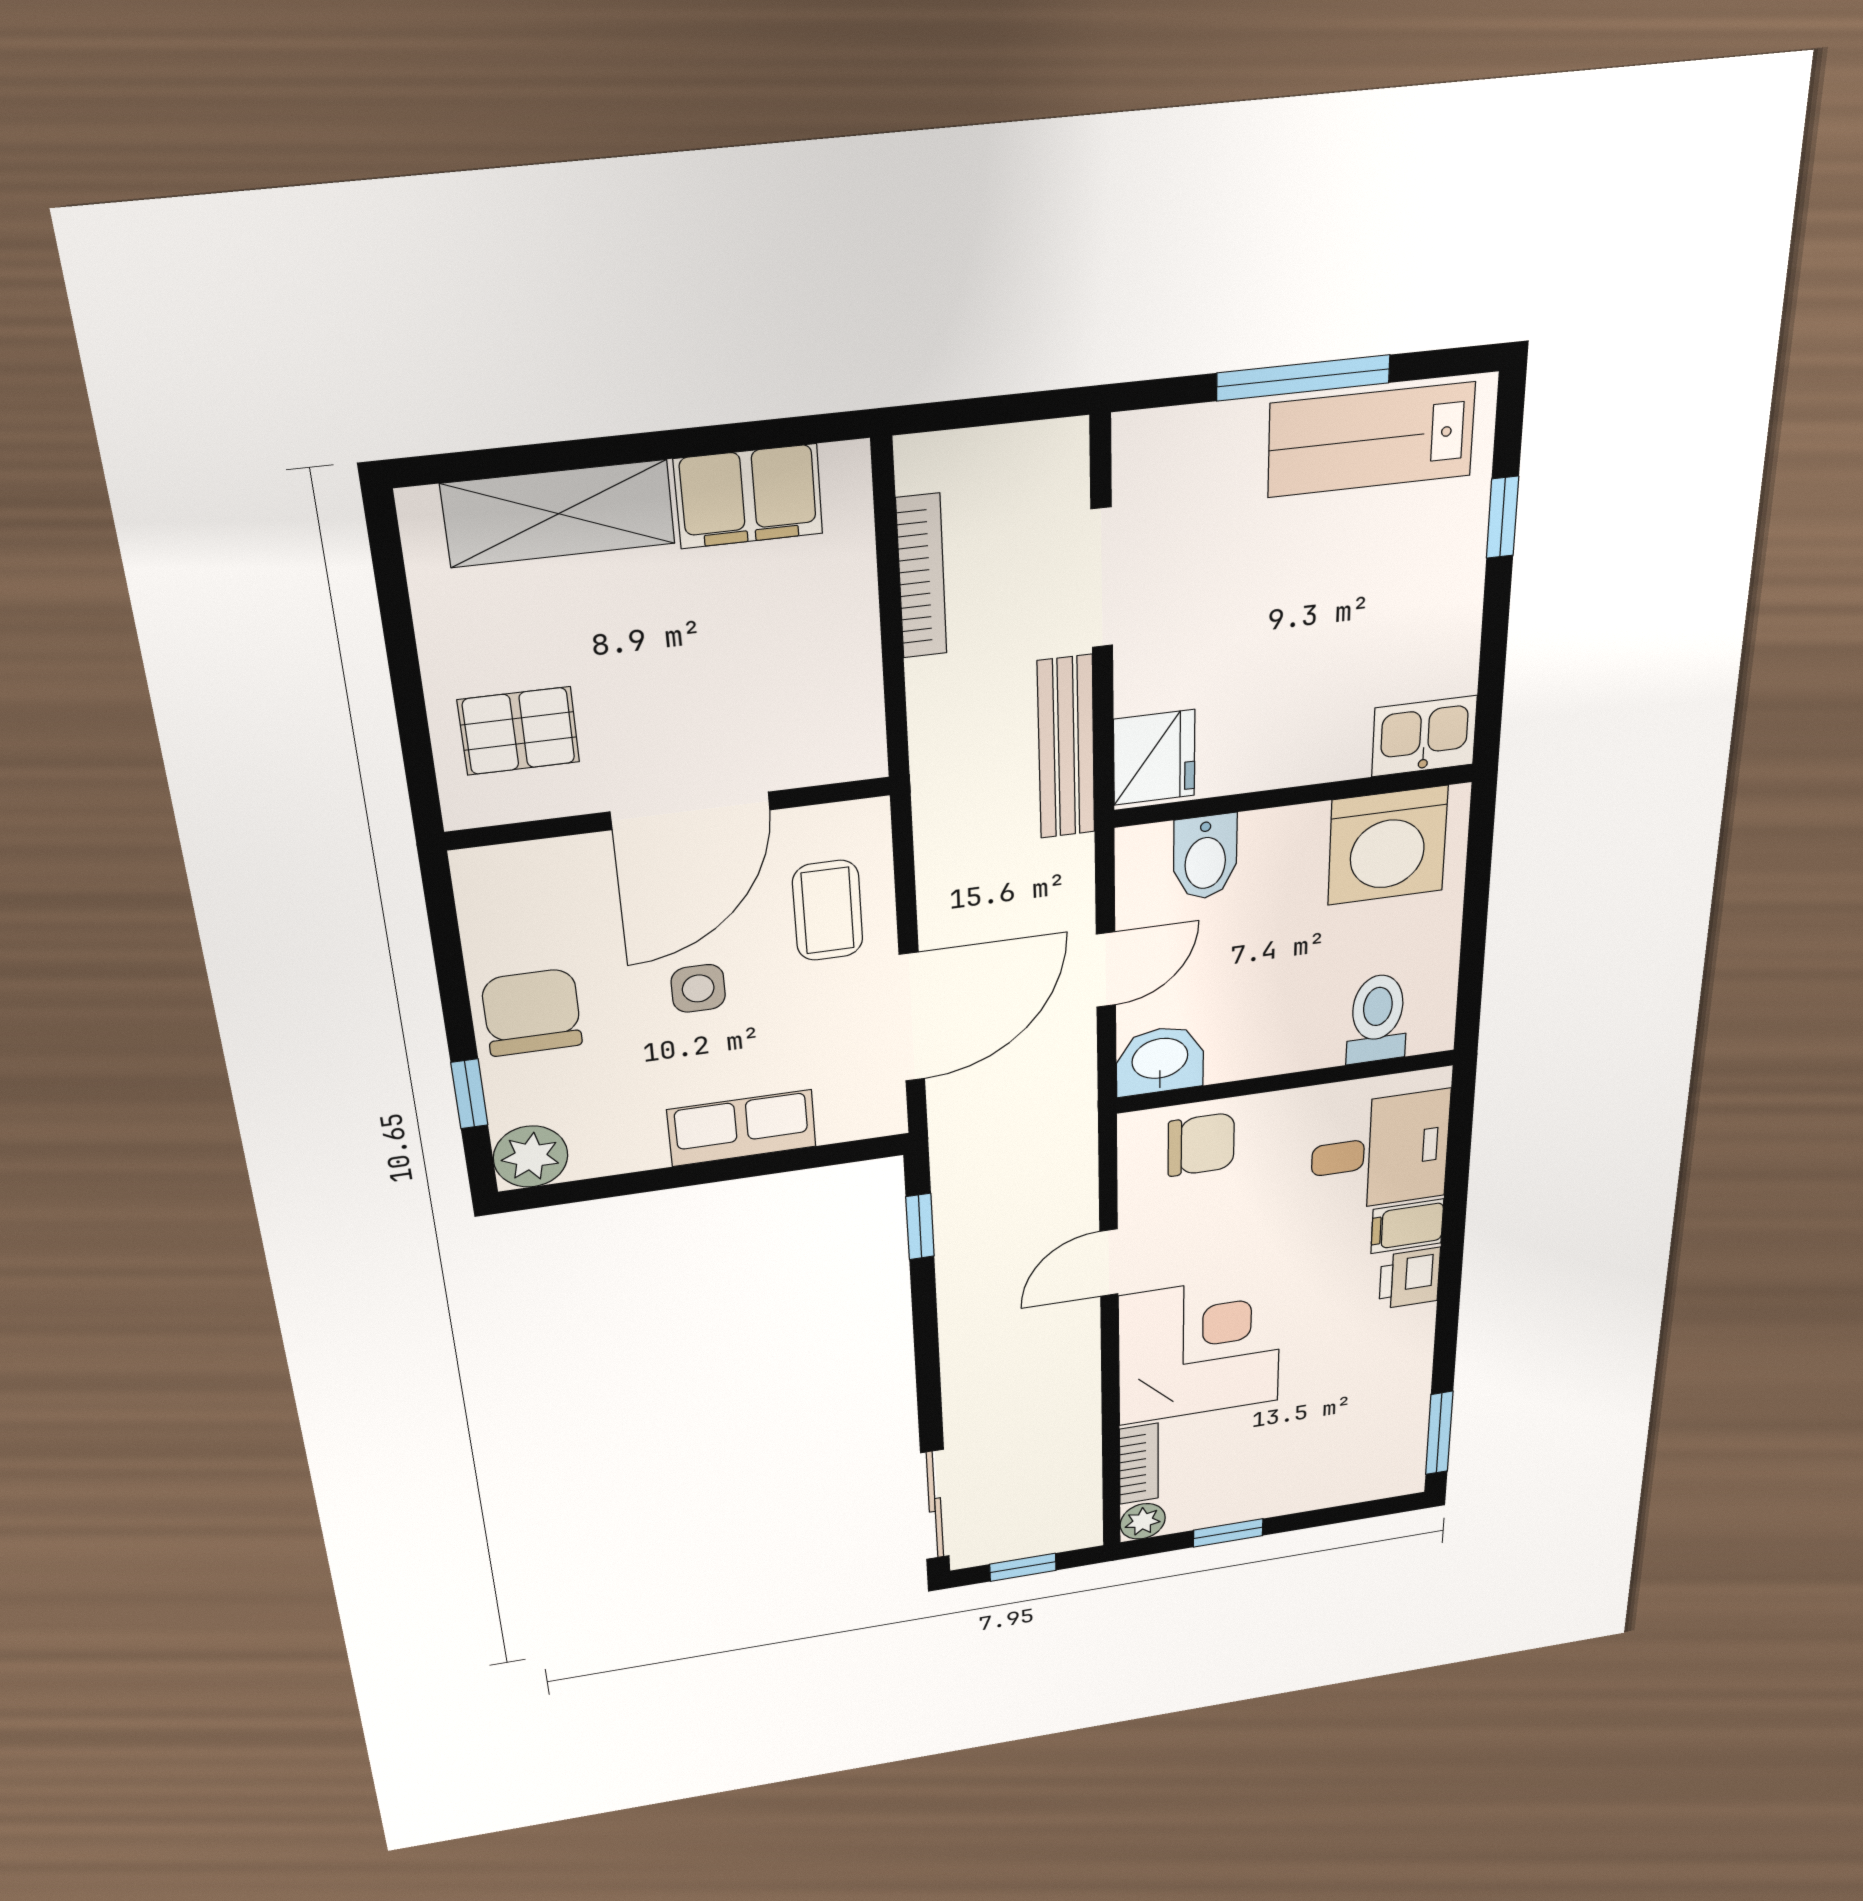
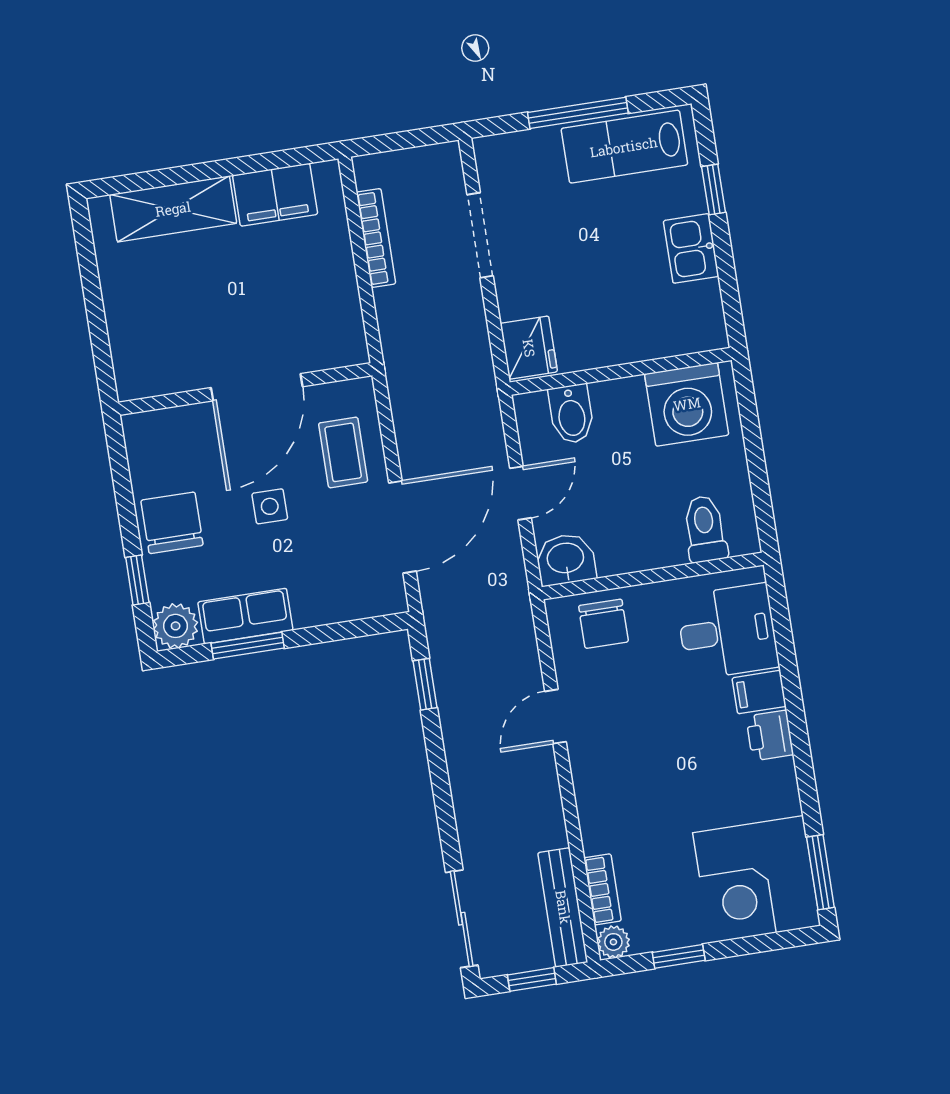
pallet: (519, 731) -> (157, 339), removed
kitchen sink: (1424, 736) -> (691, 248), moved, turned -90
bench: (1066, 747) -> (563, 907), moved
row of seats: (742, 1128) -> (245, 616), moved
chair: (1201, 1144) -> (603, 624), turned 90
window: (647, 1181) -> (248, 646), added
corner desk: (1199, 1349) -> (757, 879), moved, turned 180

